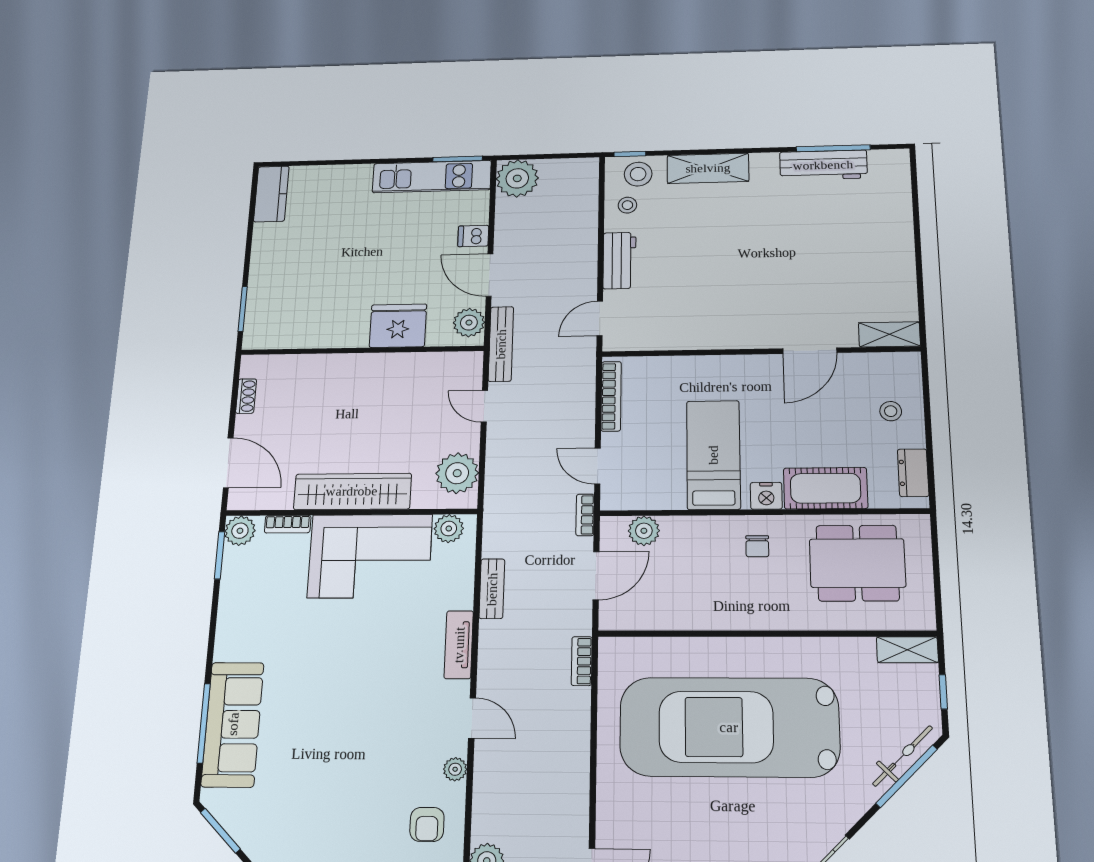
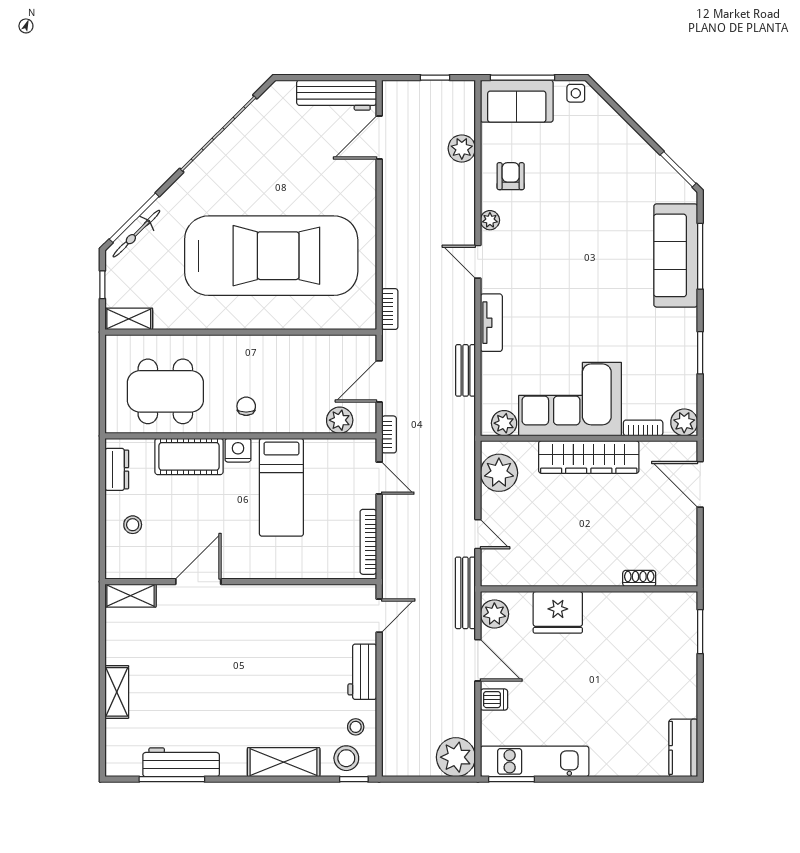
shelving: (900, 234) -> (117, 692), added
shoe rack: (246, 396) -> (639, 578), moved, turned 90
window: (219, 555) -> (700, 353), moved

